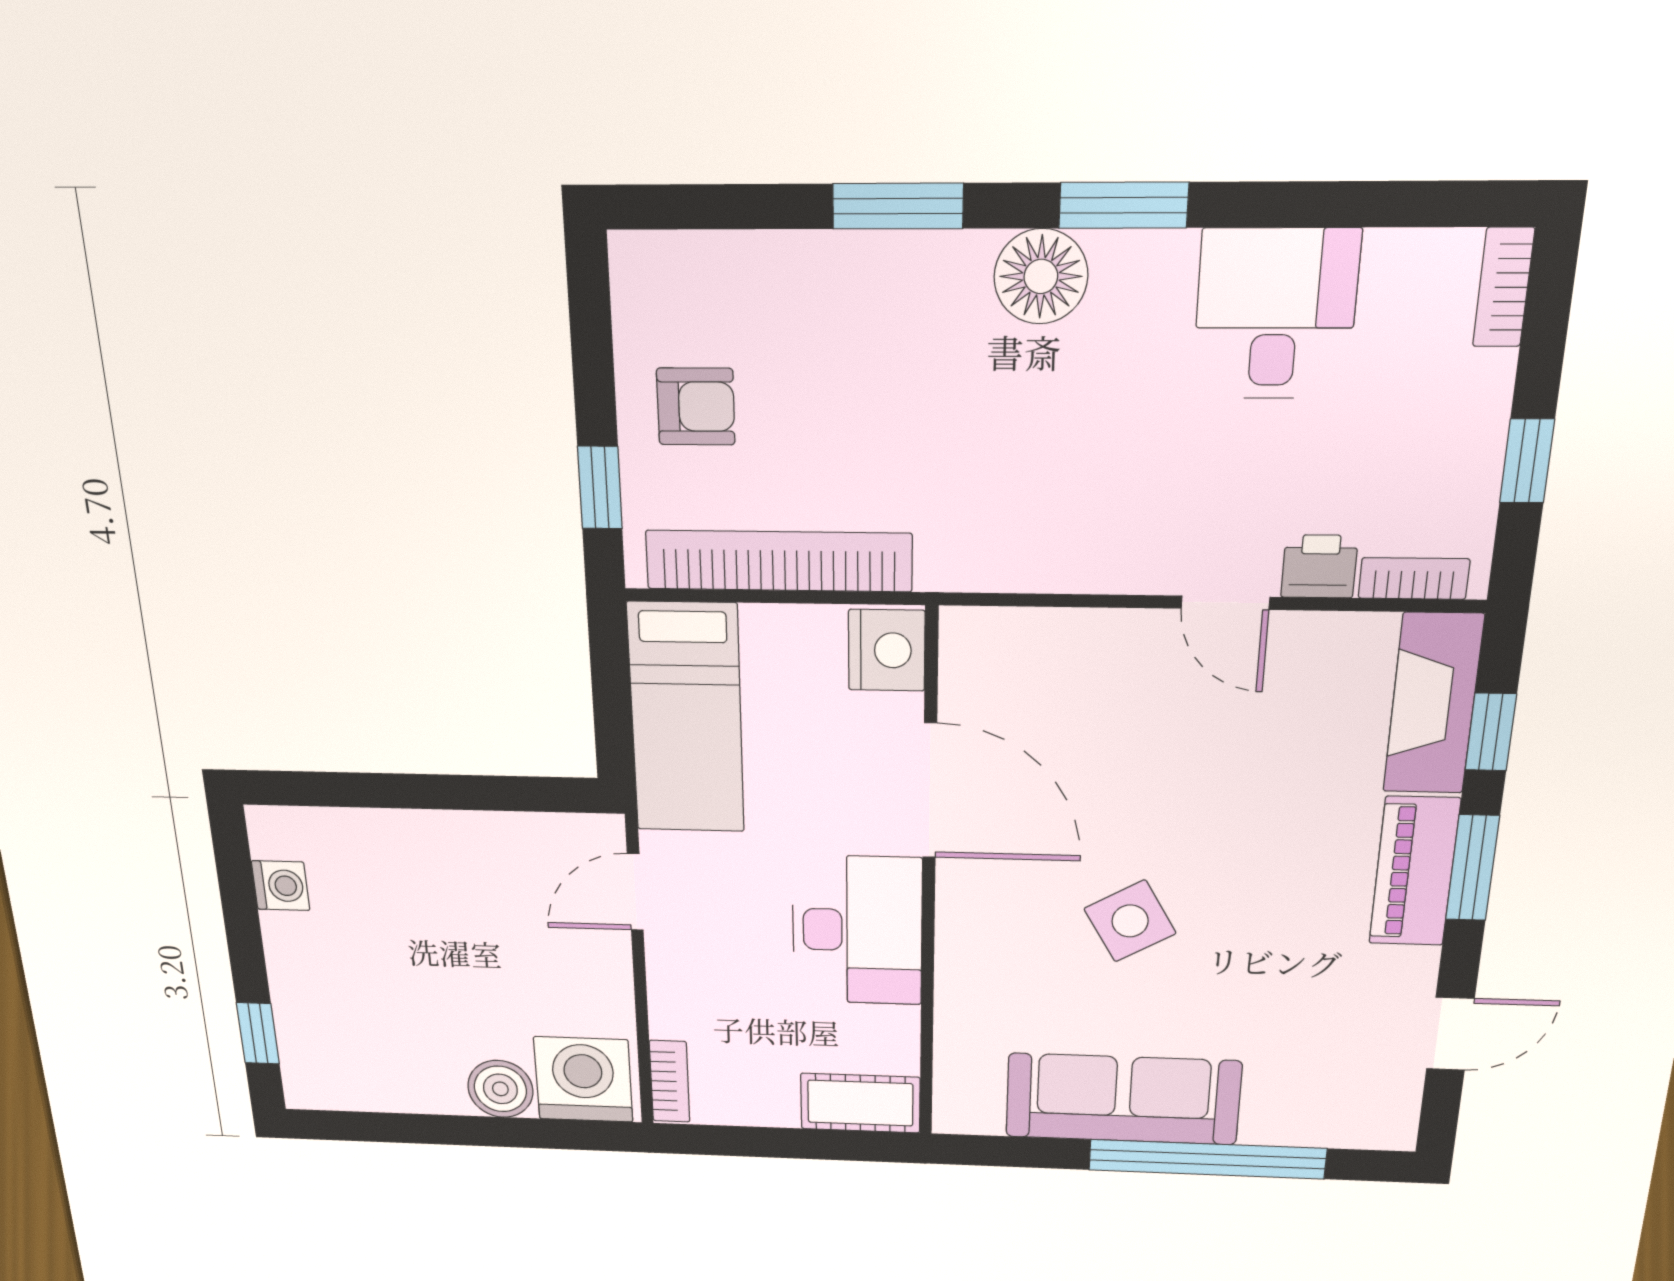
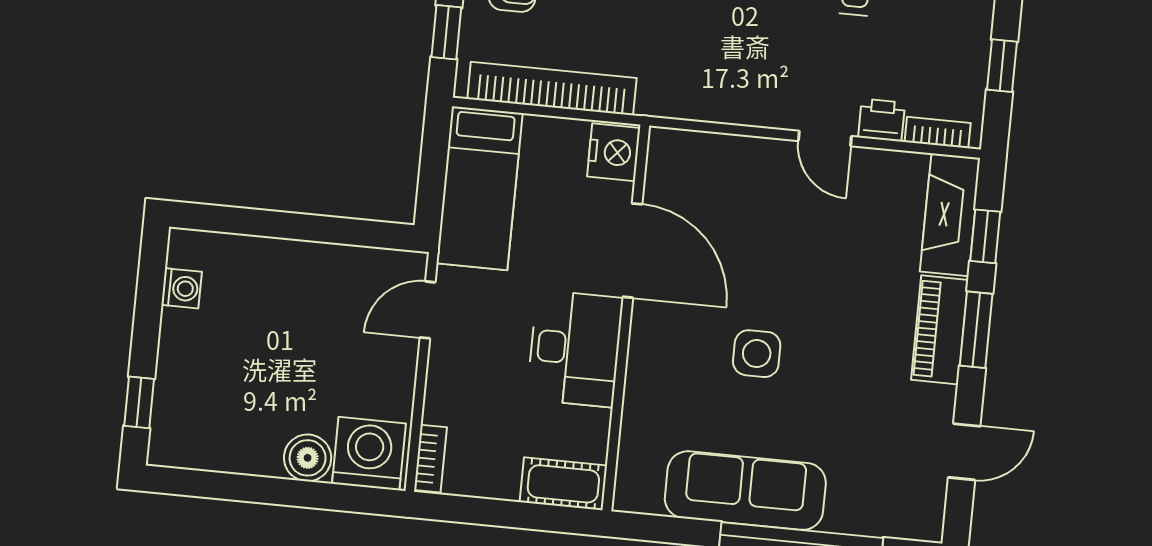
side table: (1130, 921) -> (757, 354), turned 30

